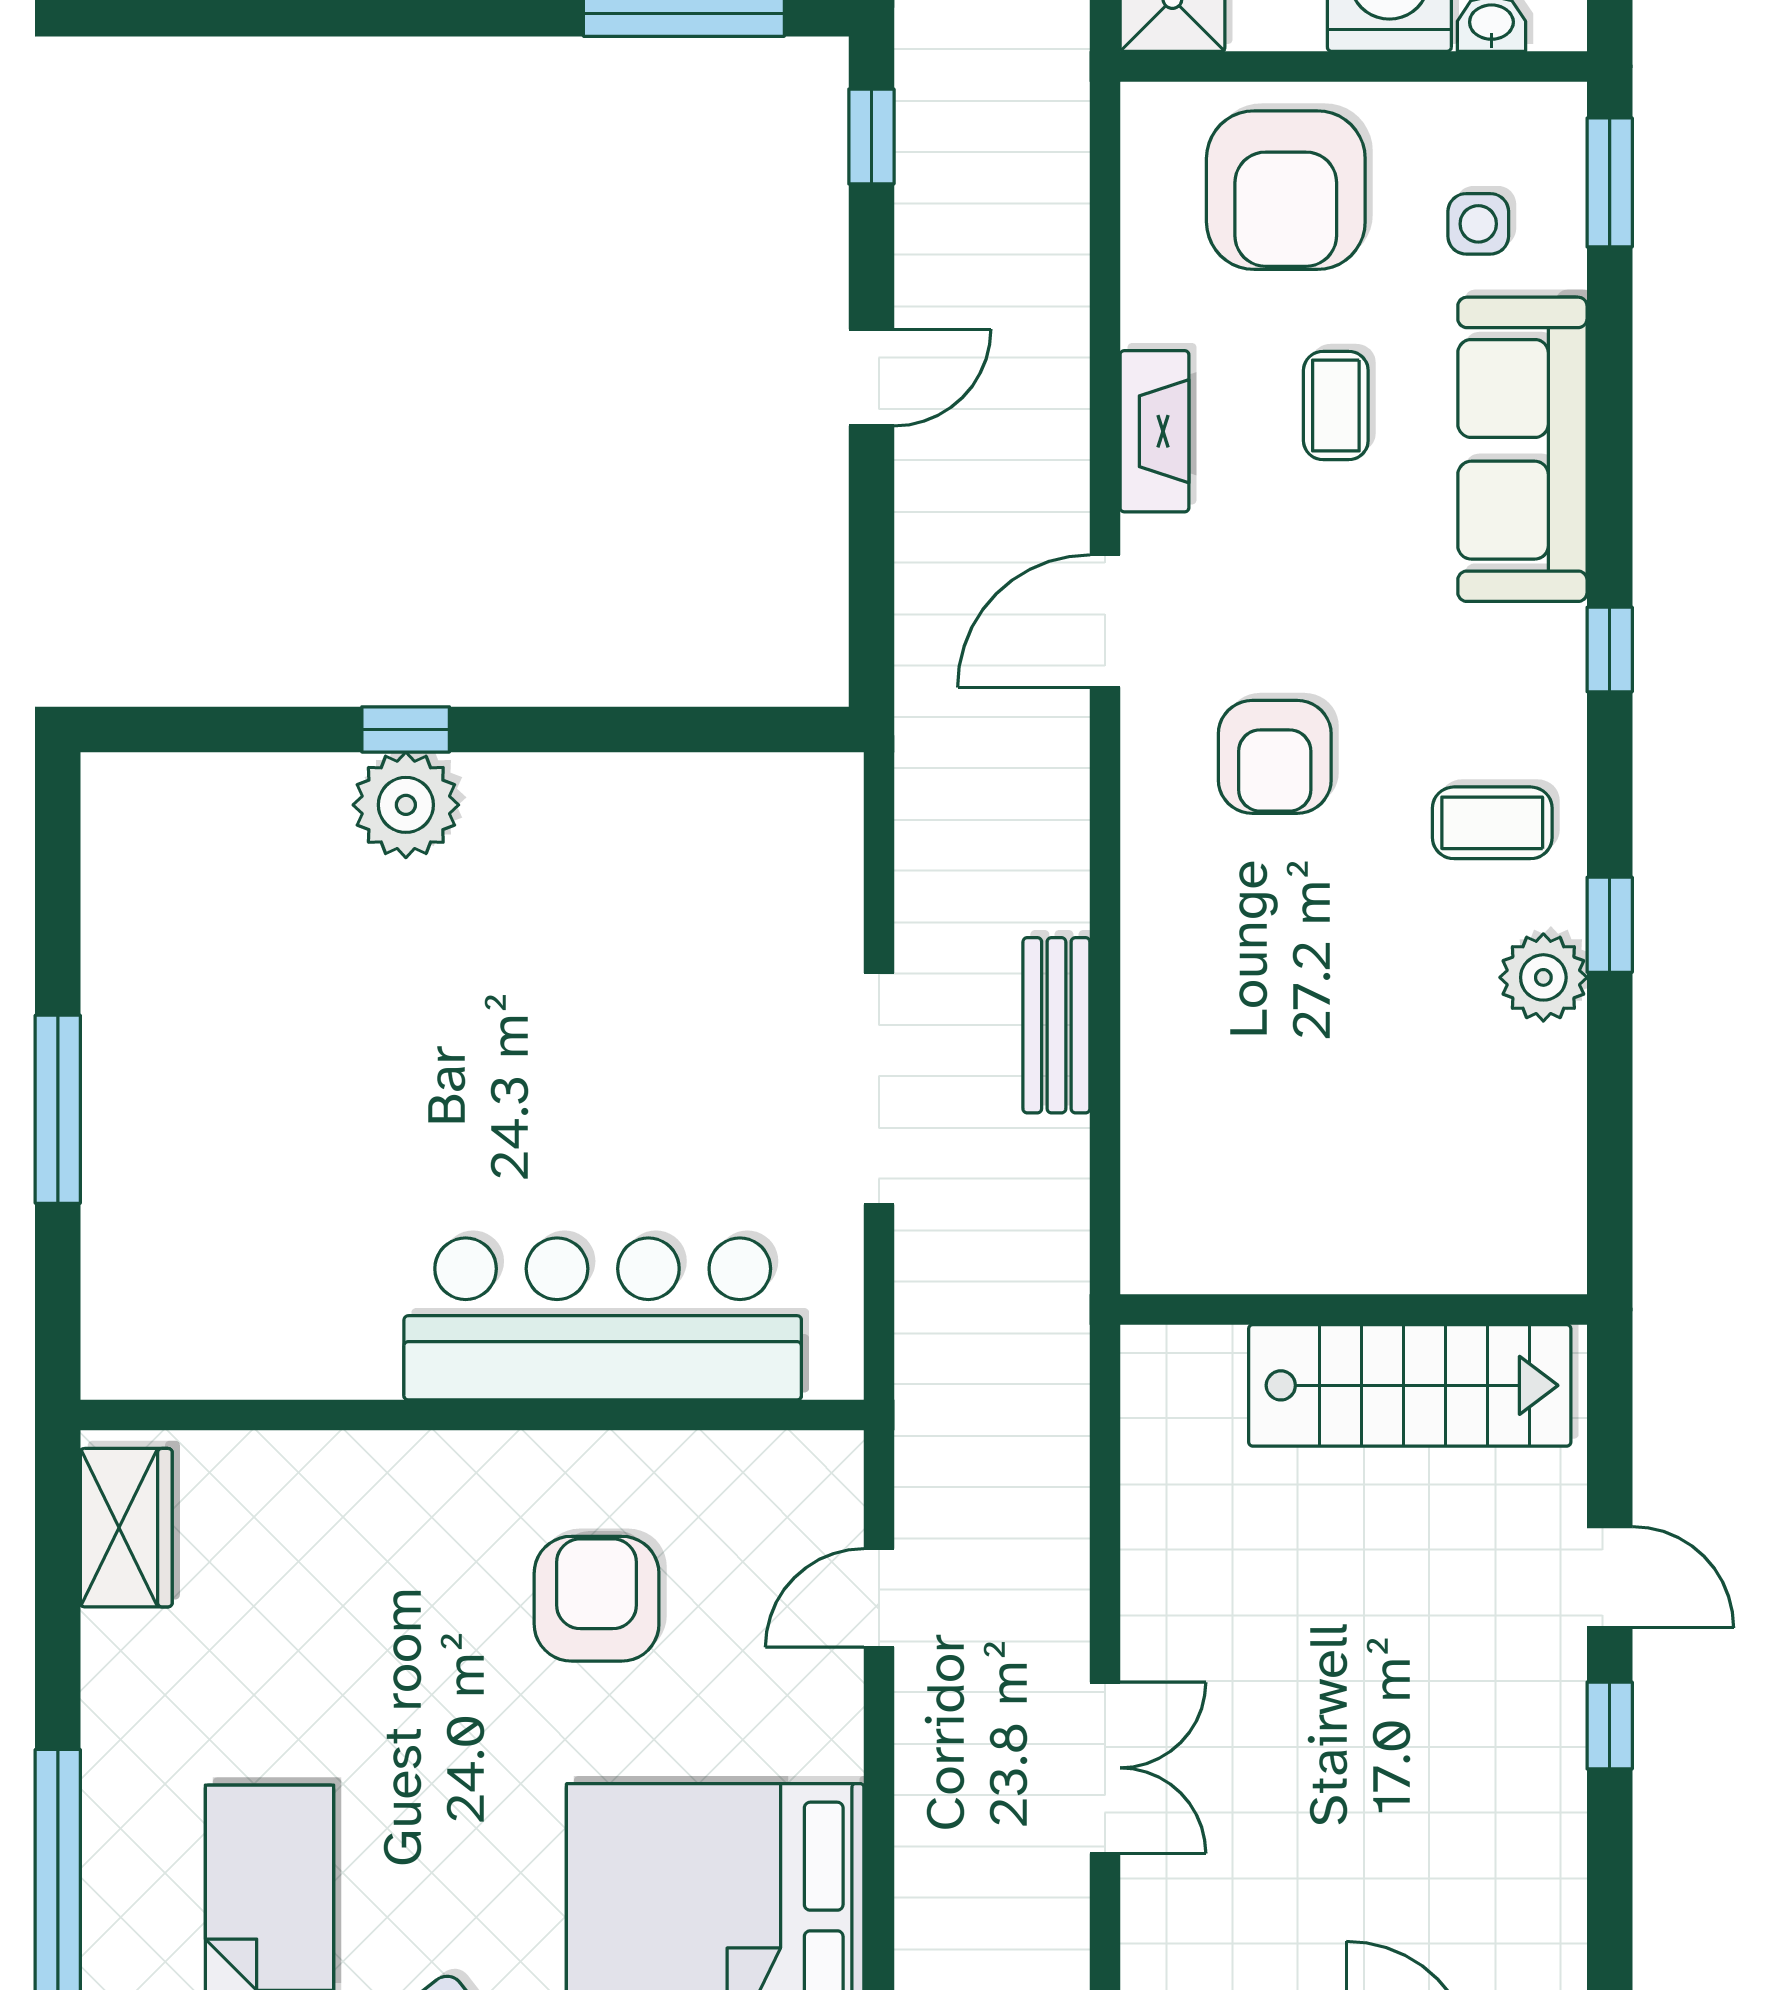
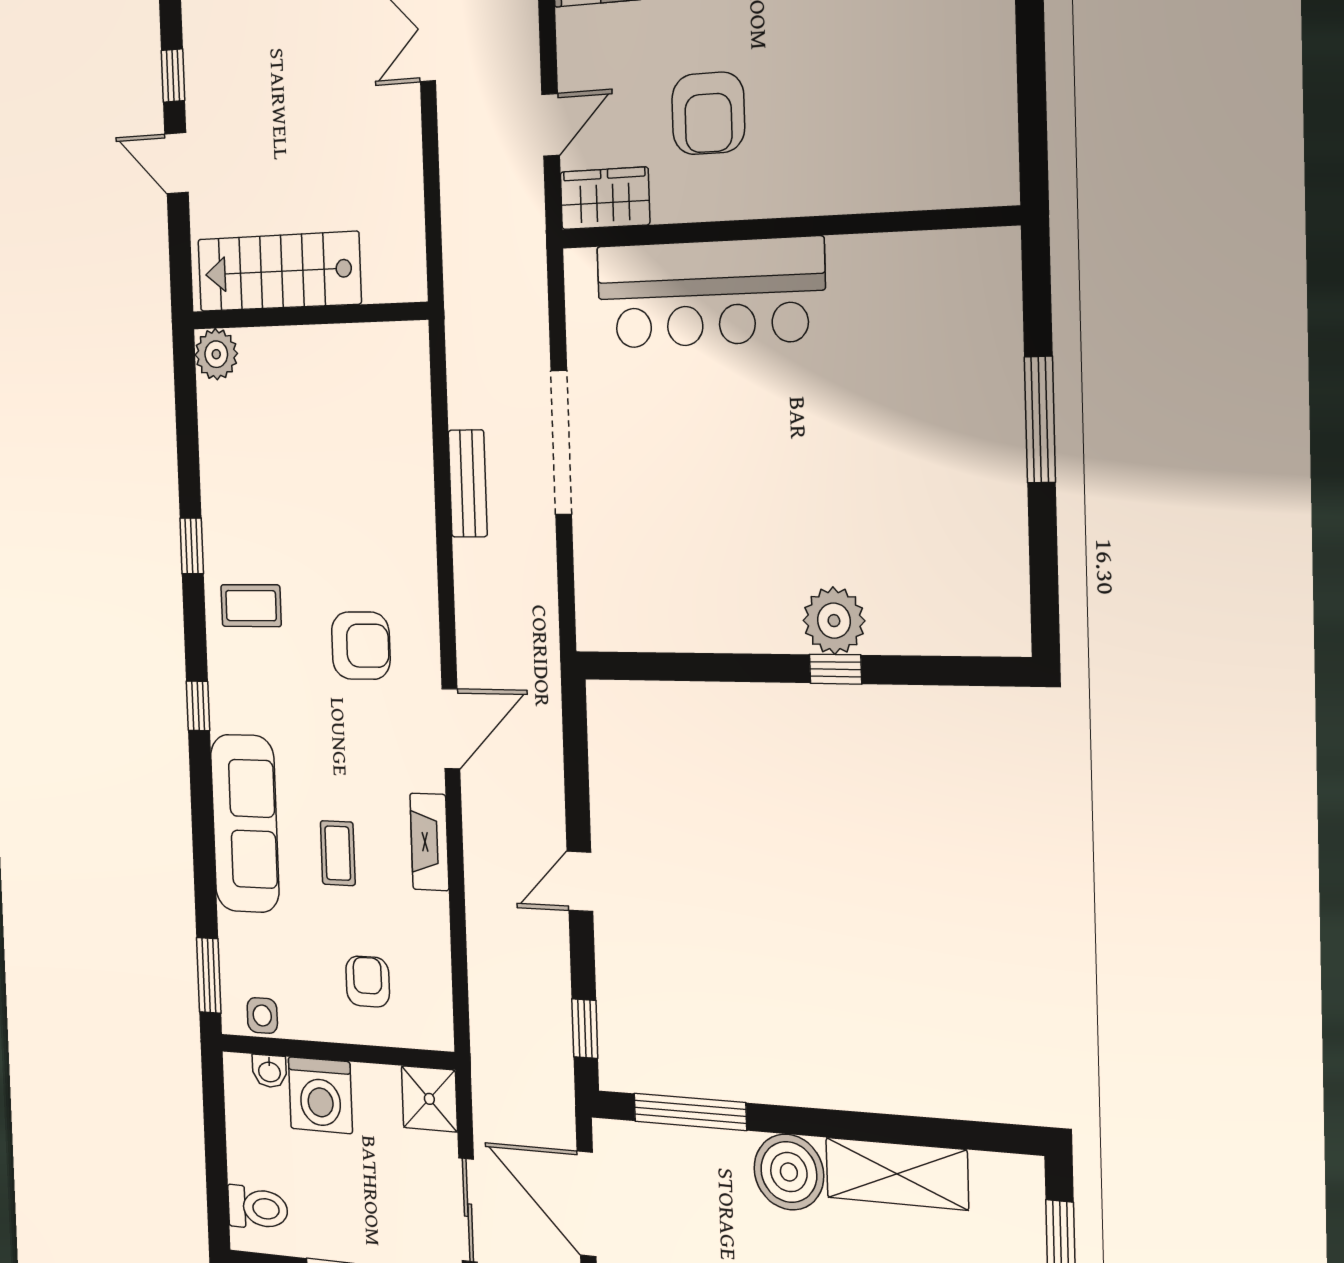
armchair: (1286, 190) -> (368, 982), width x0.53, depth x0.53
side table: (1478, 224) -> (262, 1015), moved
armchair: (1275, 757) -> (361, 646), turned 90
plant: (1543, 977) -> (216, 354), moved
wardrobe: (126, 1528) -> (605, 198), moved, turned 90

